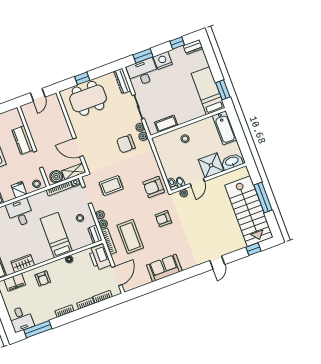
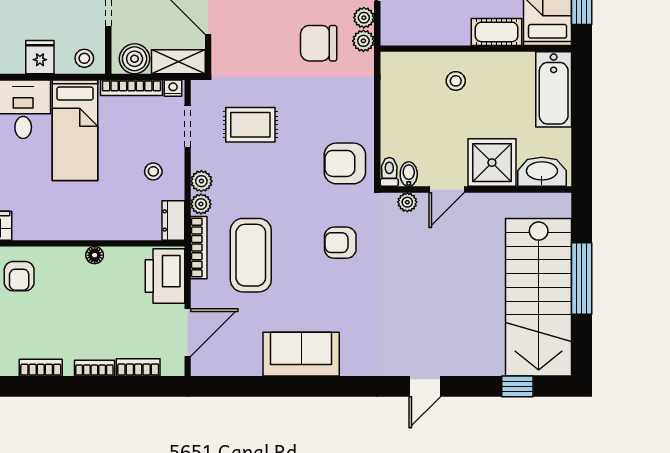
cot: (166, 124) -> (497, 32), moved
bed: (56, 235) -> (75, 130), moved, turned 180

